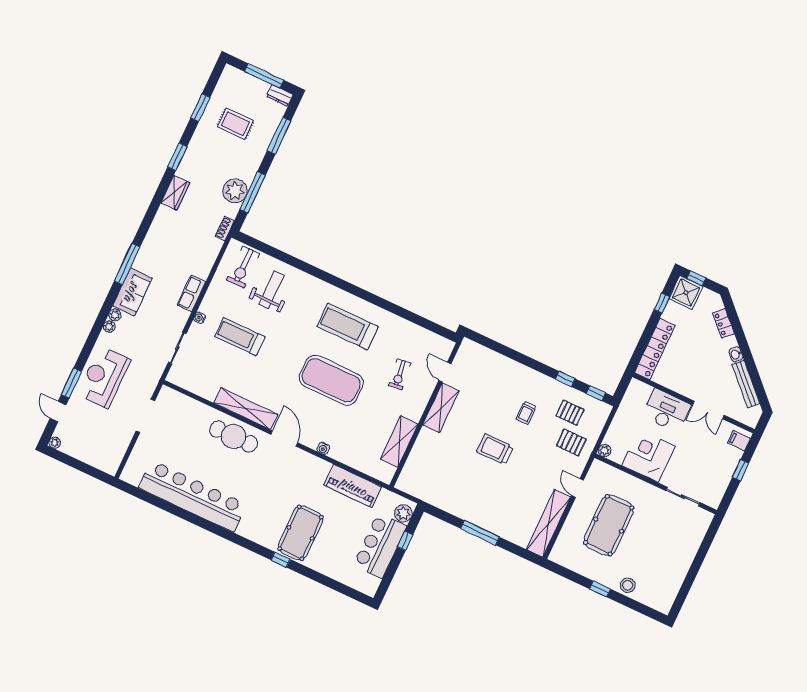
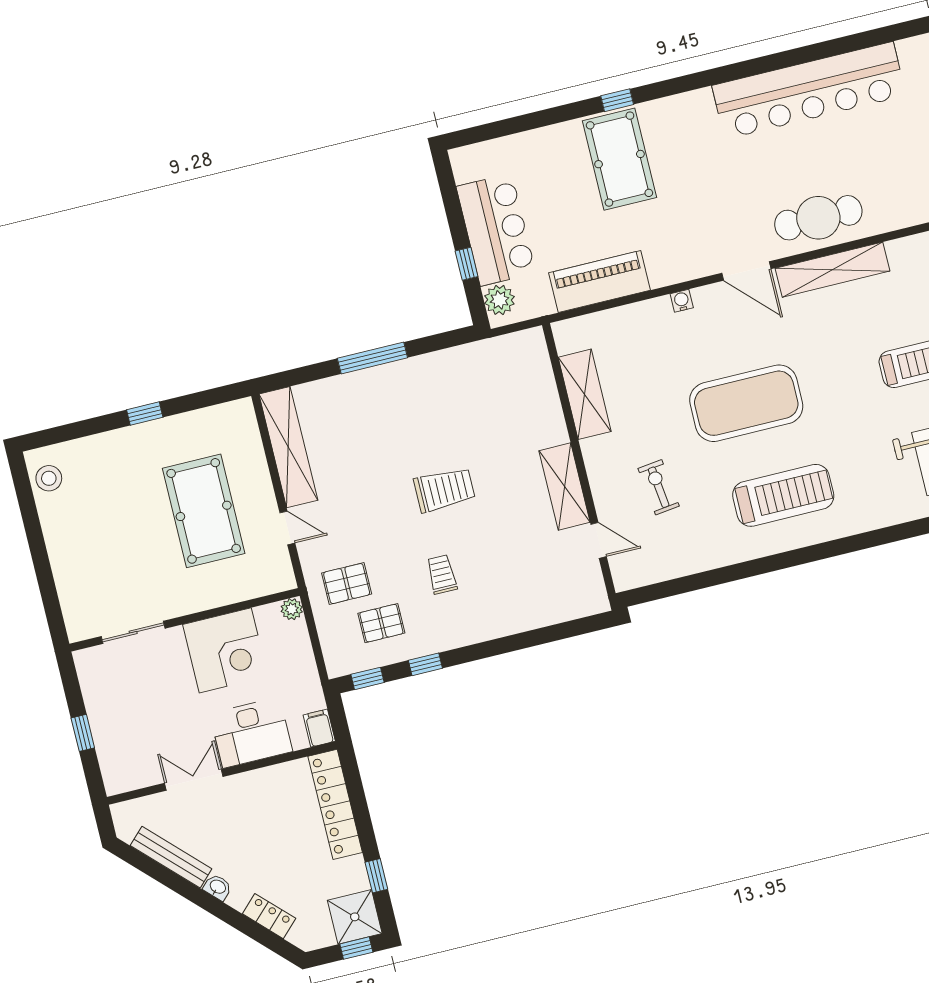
filing cabinet: (739, 441) -> (319, 728), moved, turned -90
stool: (628, 585) -> (49, 478), moved

